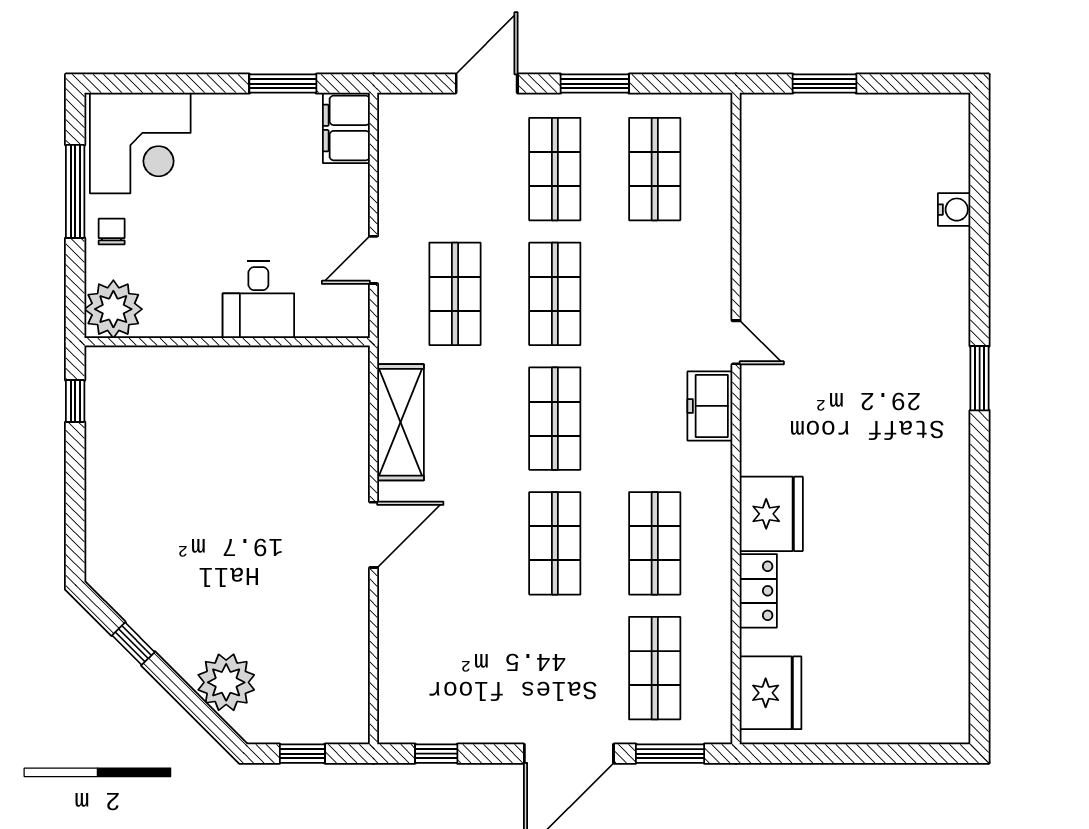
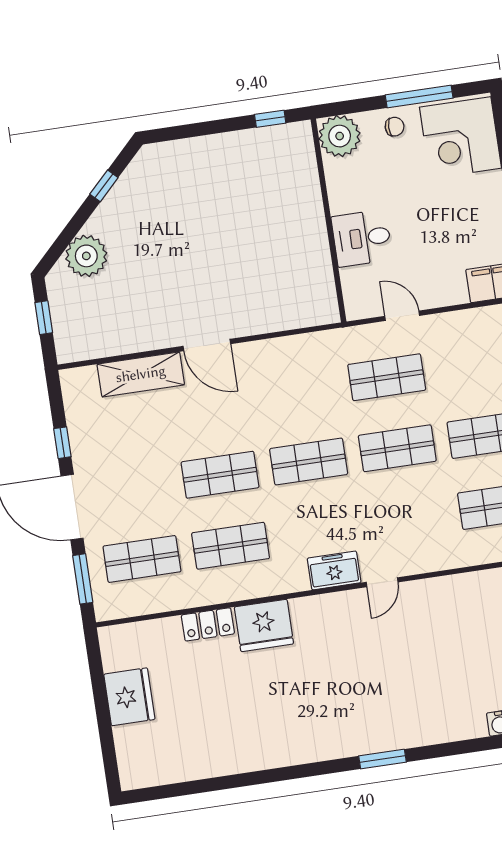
shelving: (400, 422) -> (141, 374), moved
fridge: (771, 693) -> (129, 697), moved, turned -90
window: (436, 754) -> (62, 443), moved

